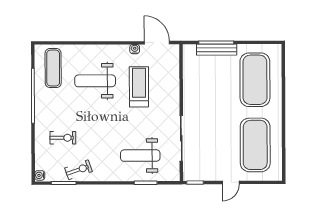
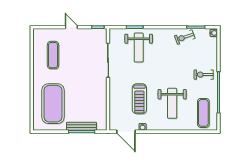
weight bench: (95, 81) -> (172, 103), turned 90
exercise bike: (63, 138) -> (204, 75), moved
exercise mat: (255, 145) -> (53, 55), width x0.50, depth x0.69
weight bench: (140, 156) -> (139, 47), turned 90
door: (231, 182) -> (71, 27), hinge flipped

